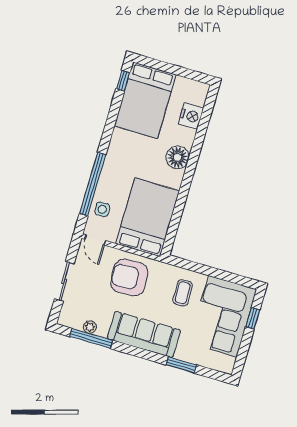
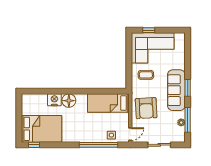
nightstand: (191, 116) -> (54, 100), moved
bed: (148, 217) -> (108, 103), width x0.67
window: (181, 365) -> (188, 88), moved

